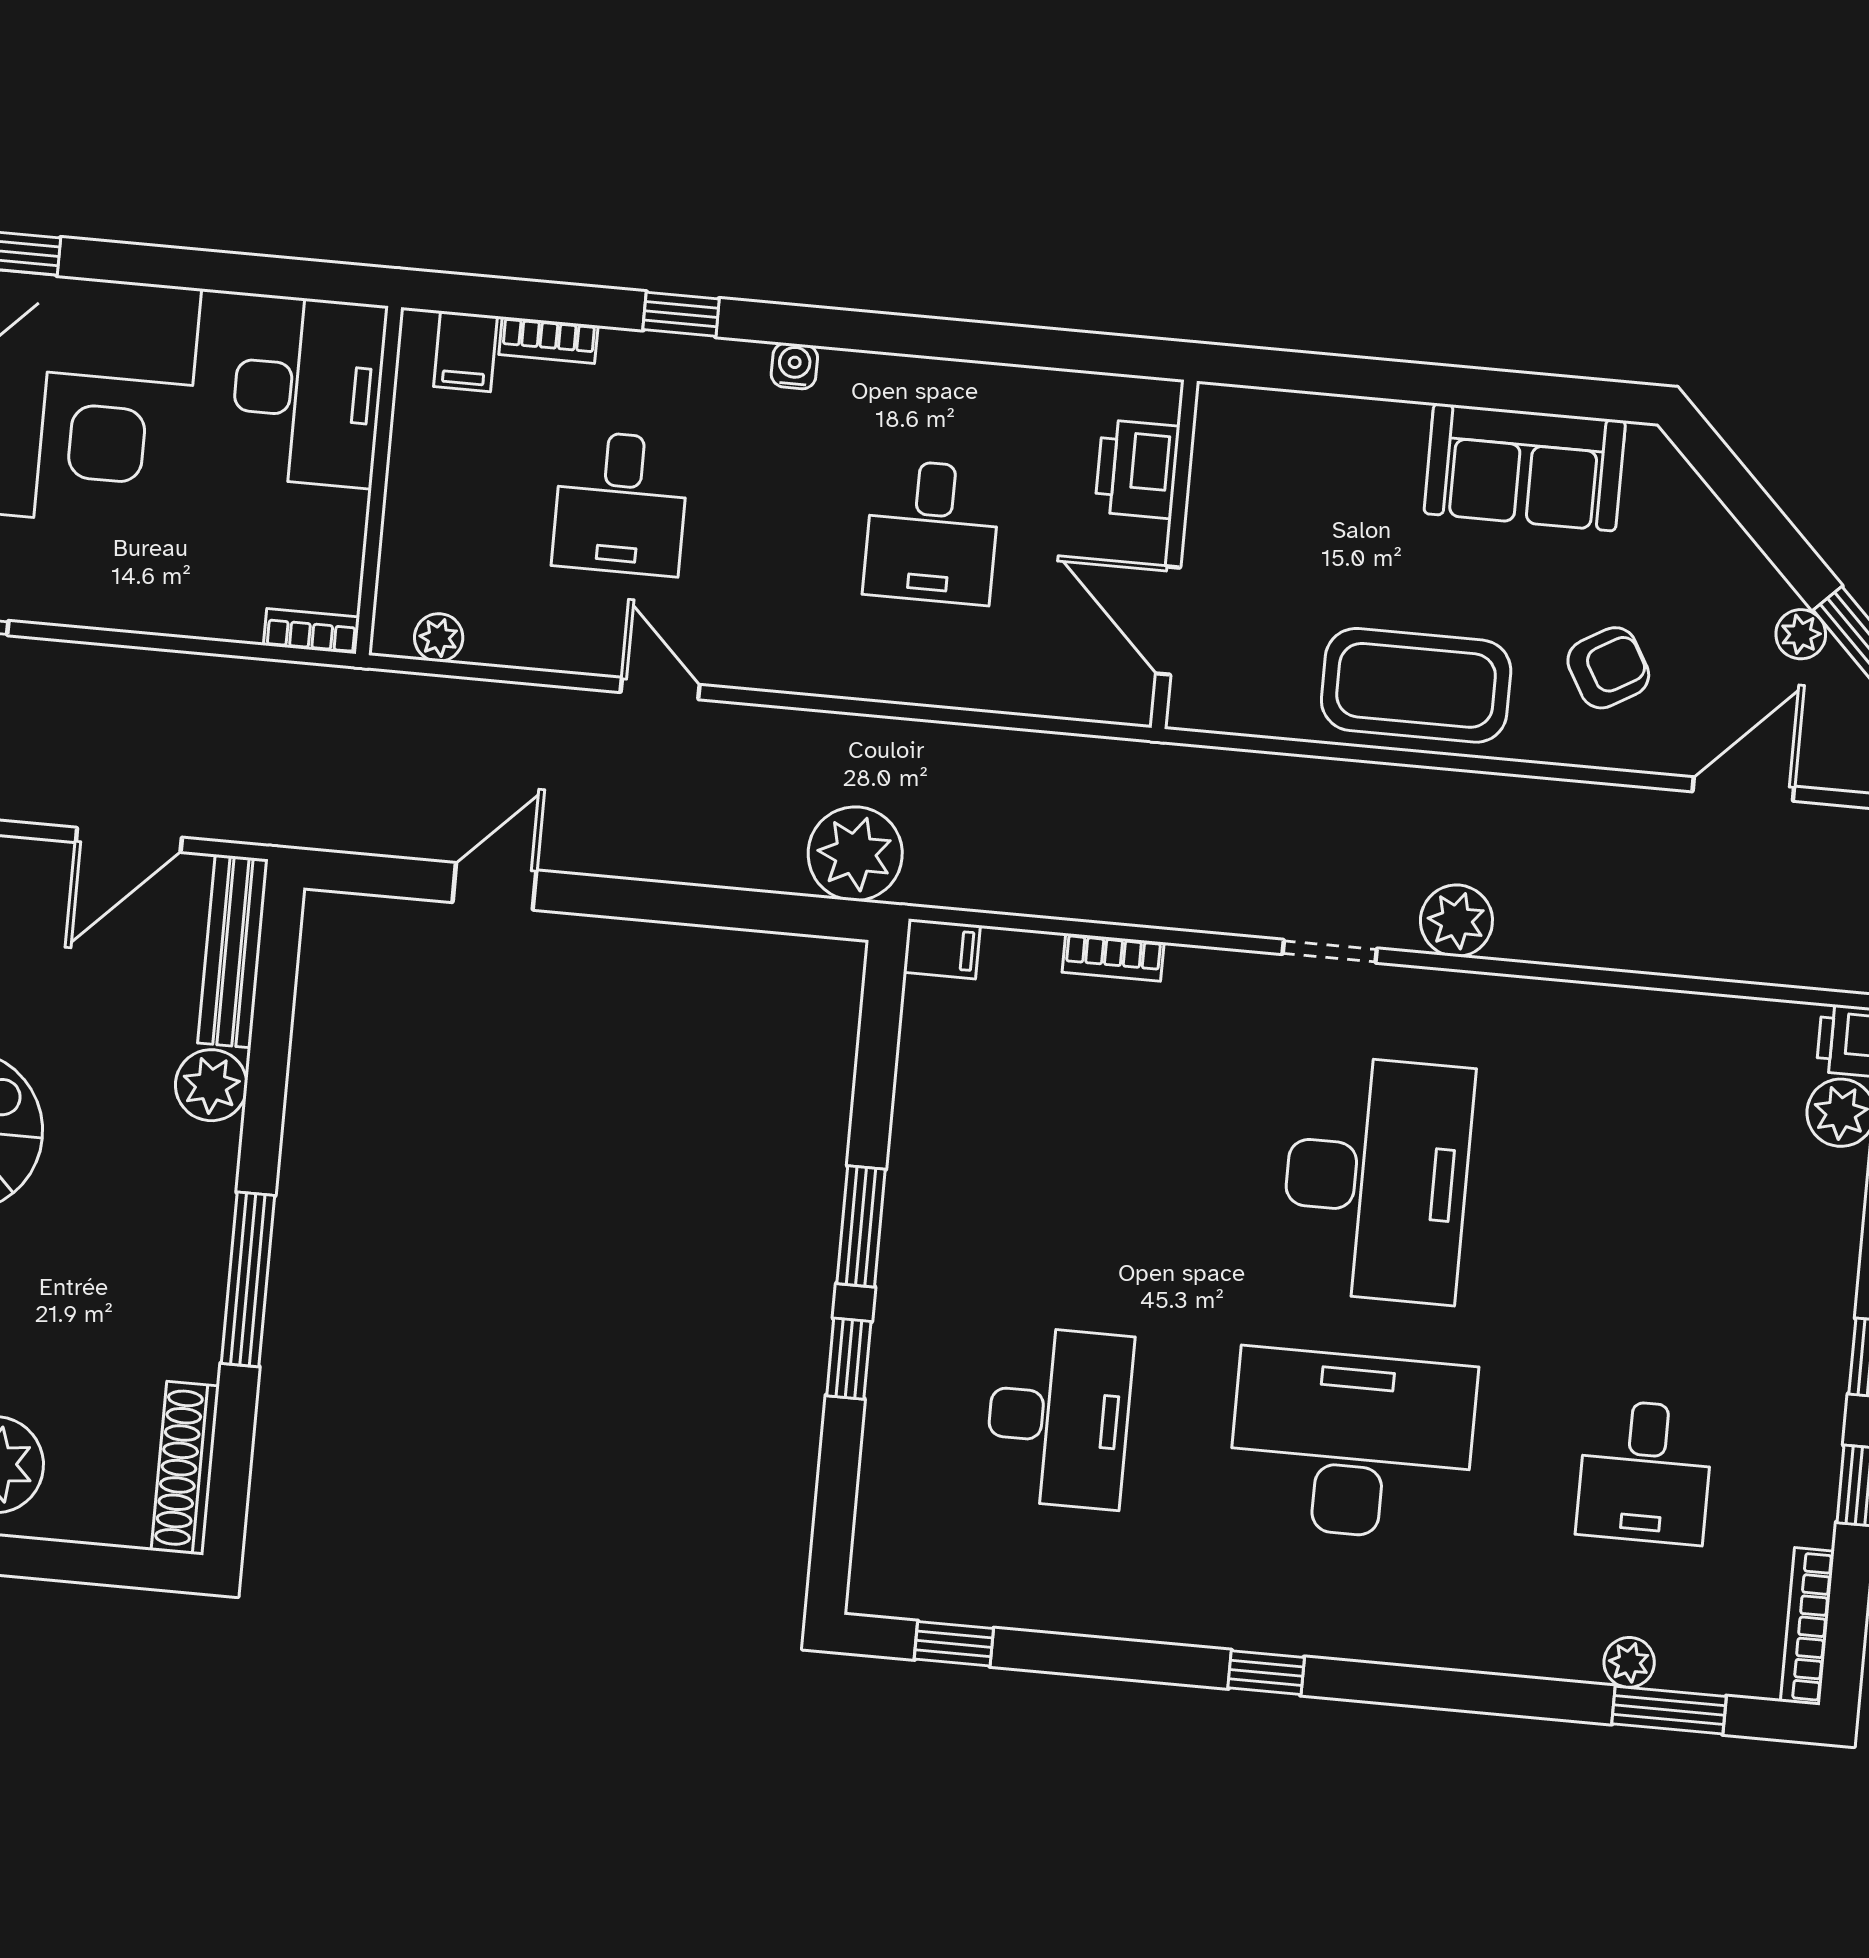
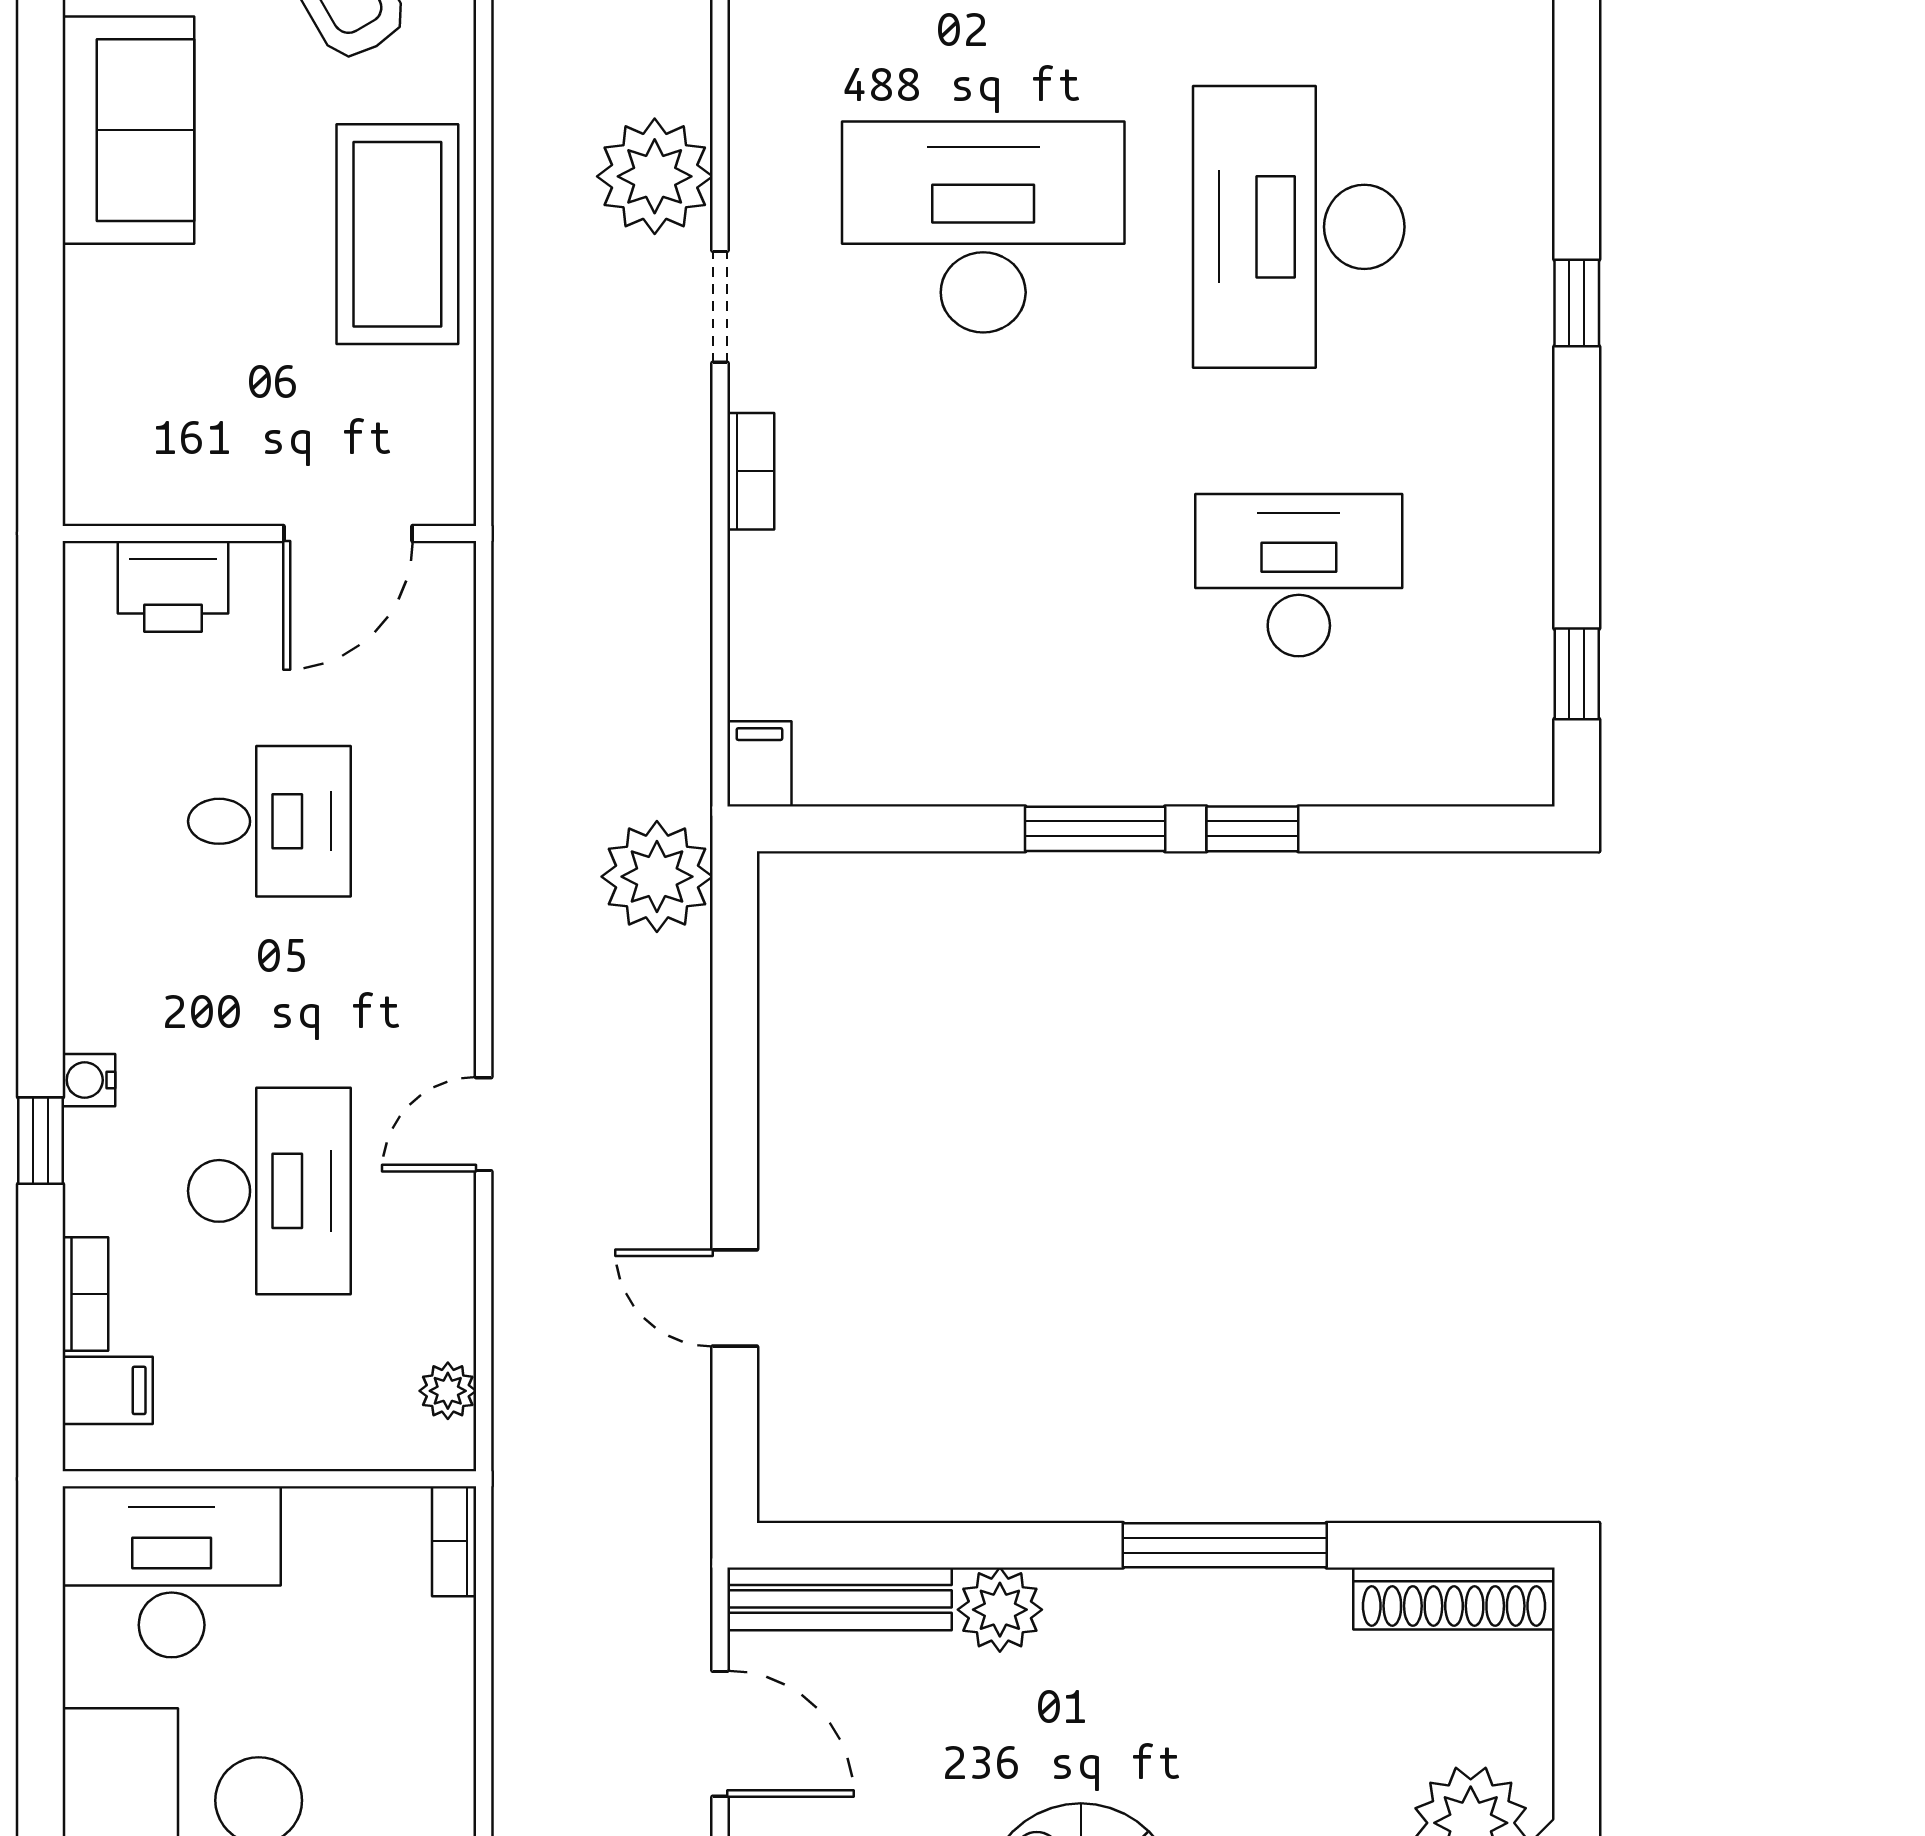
water cooler: (794, 366) -> (89, 1080), moved
desk: (621, 503) -> (269, 1191), width x1.37
plant: (1456, 921) -> (655, 176), width x1.36, depth x1.36
bookcase: (1113, 957) -> (751, 471), moved

